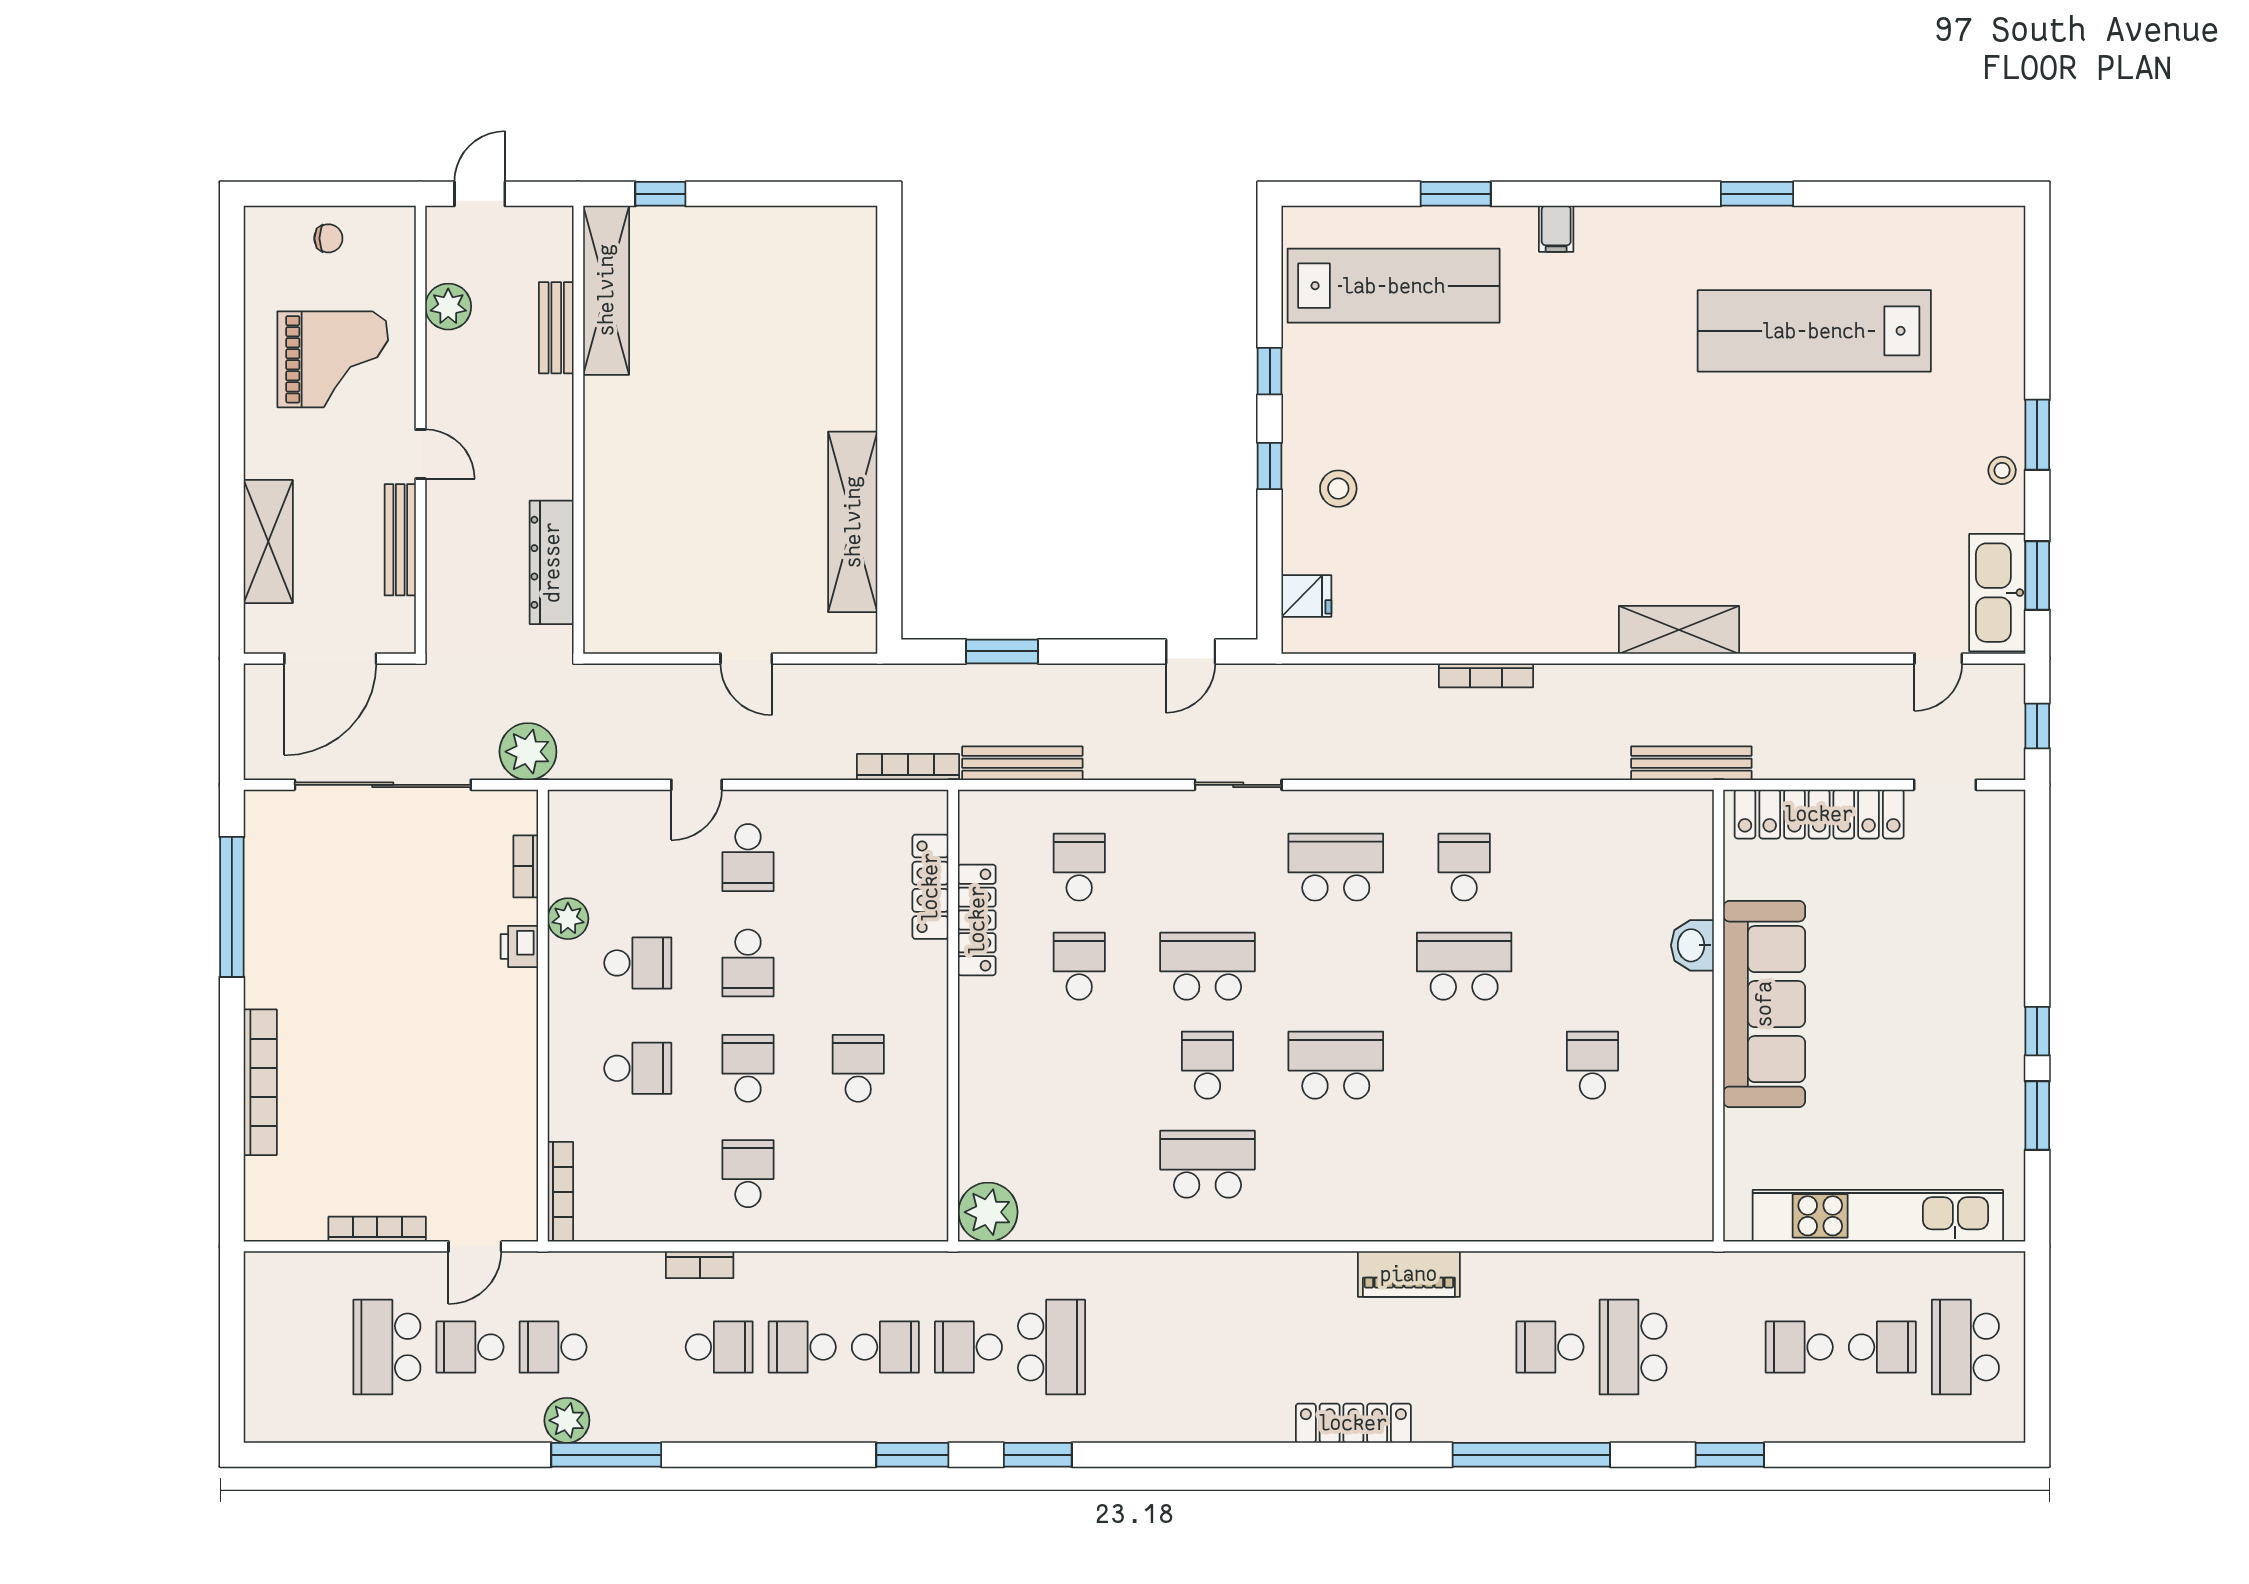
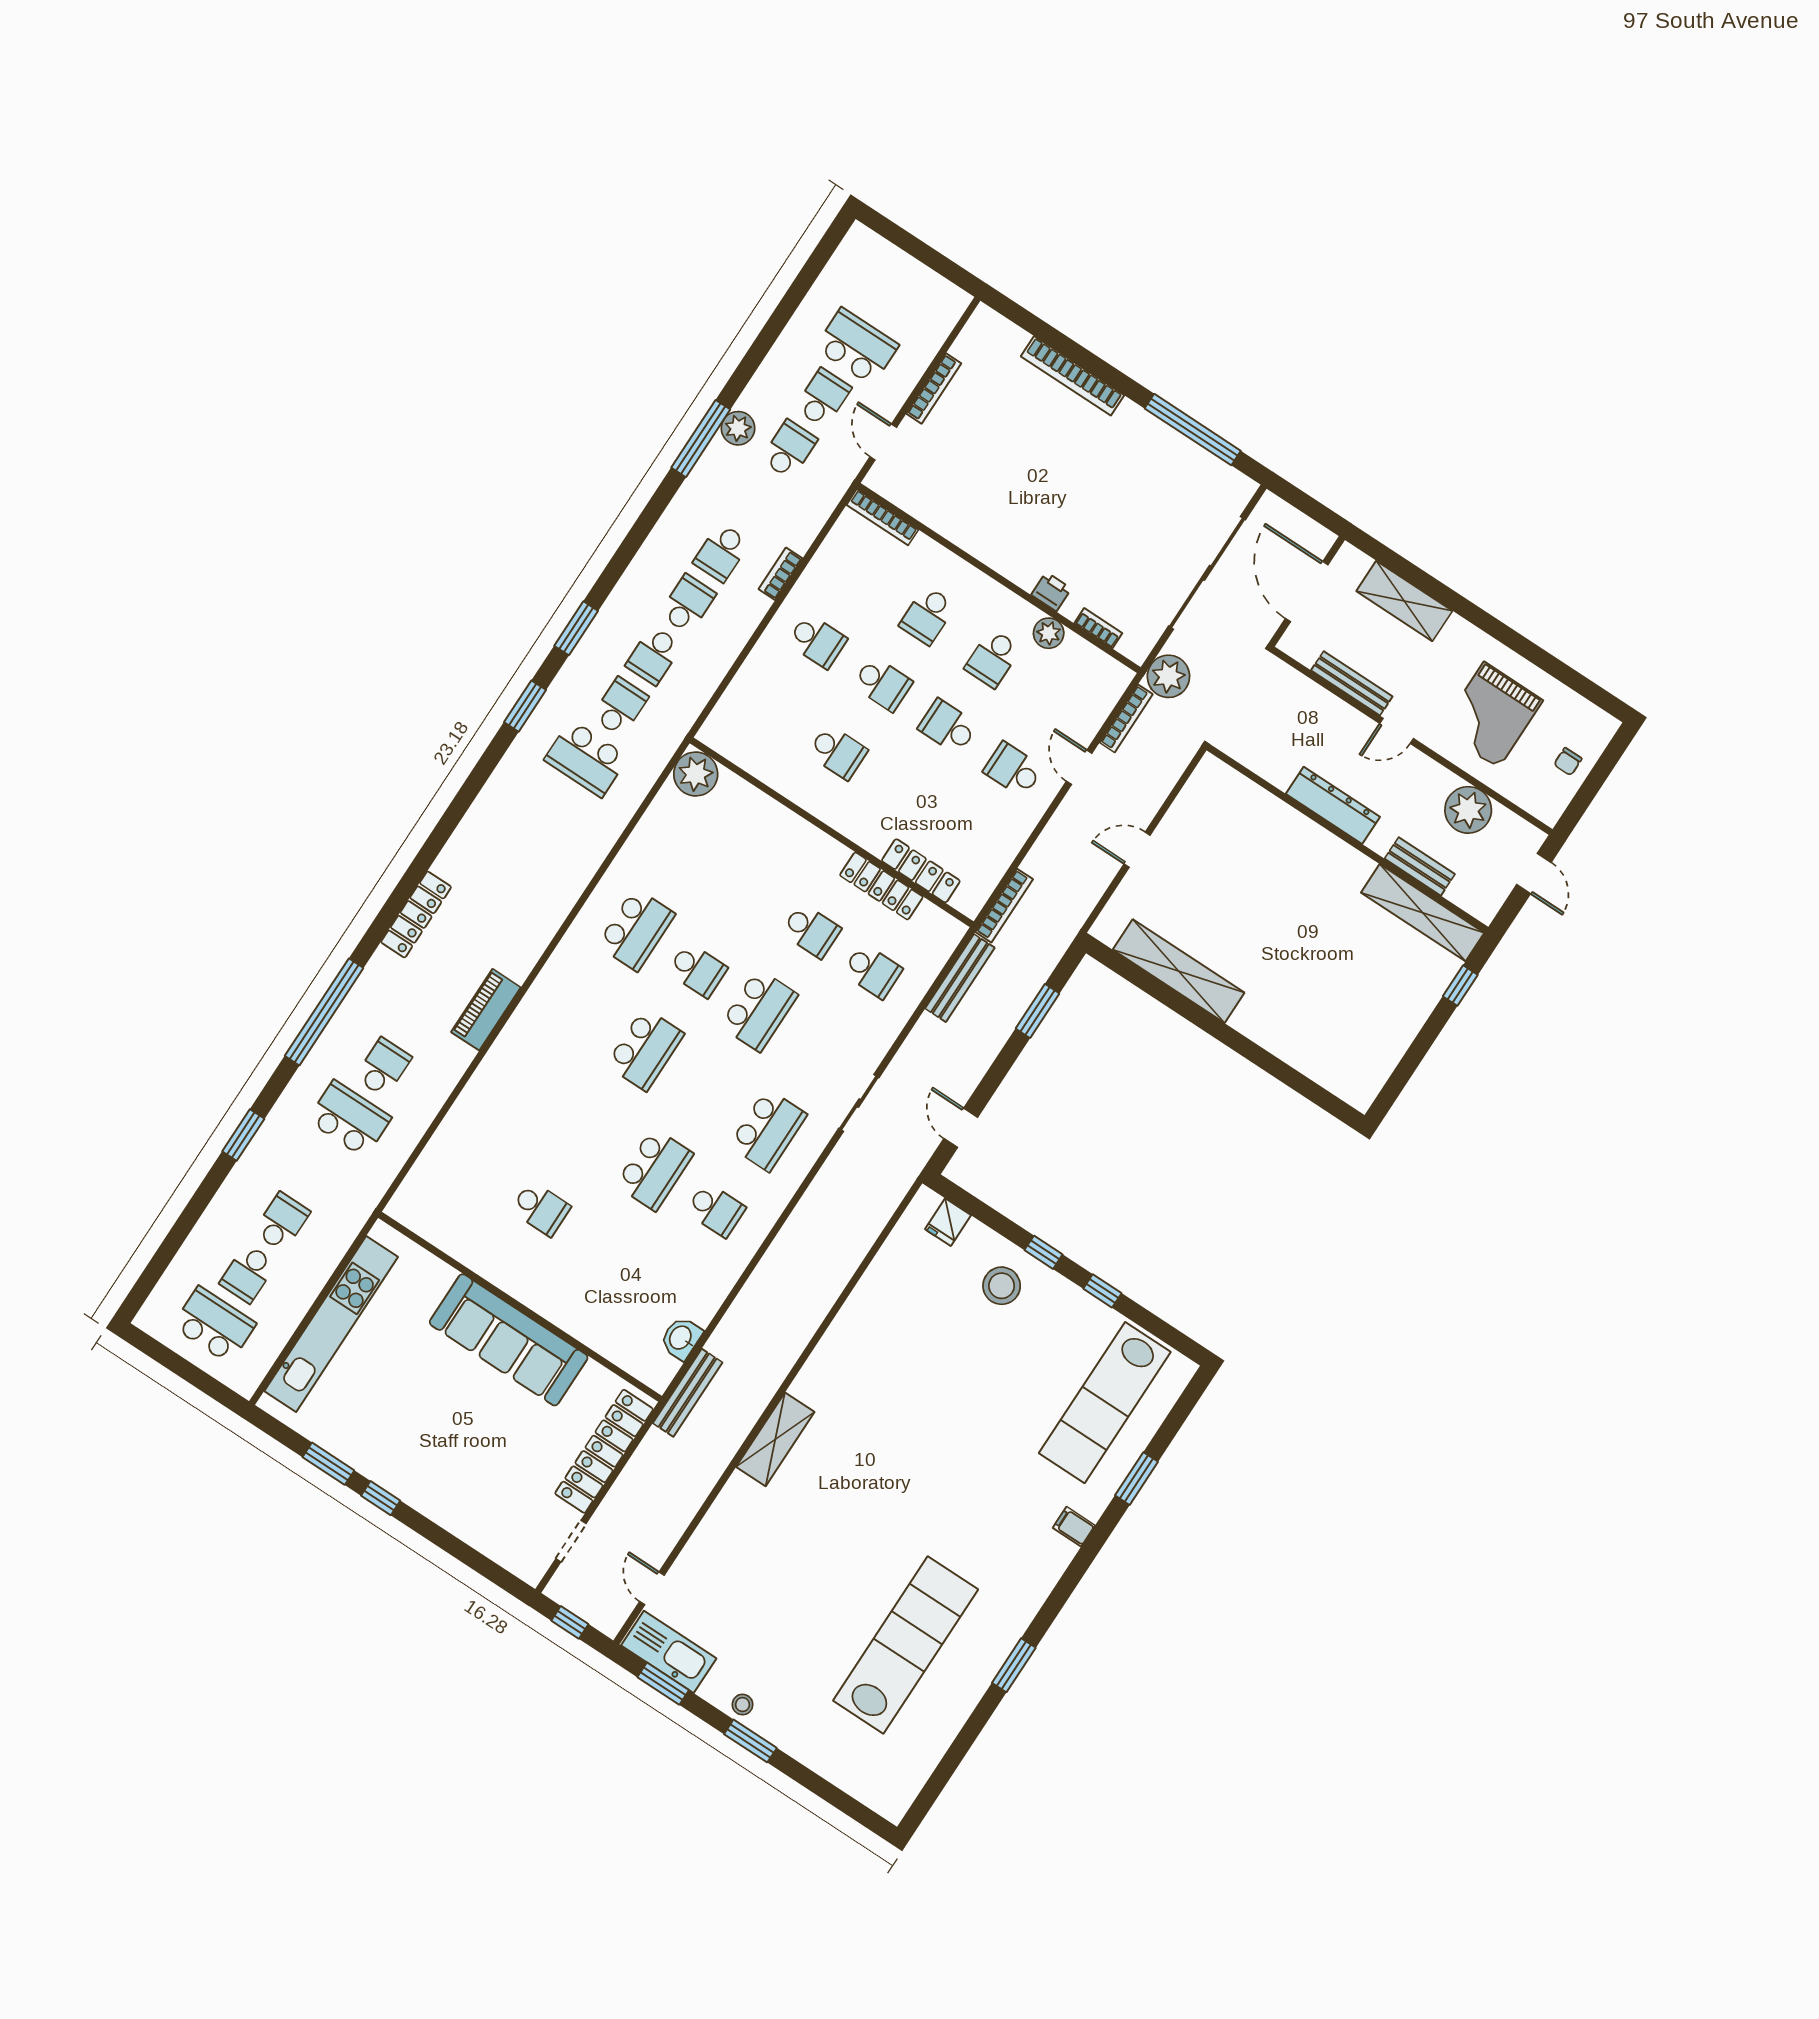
plant: (448, 307) -> (1468, 810), width x1.36, depth x1.36
stool: (1338, 489) -> (1002, 1286), width x1.38, depth x1.38
dresser: (552, 562) -> (1333, 805), moved
bookcase: (1486, 675) -> (1126, 718), moved, turned 180
washbasin: (1692, 945) -> (681, 1338), moved, turned -90

